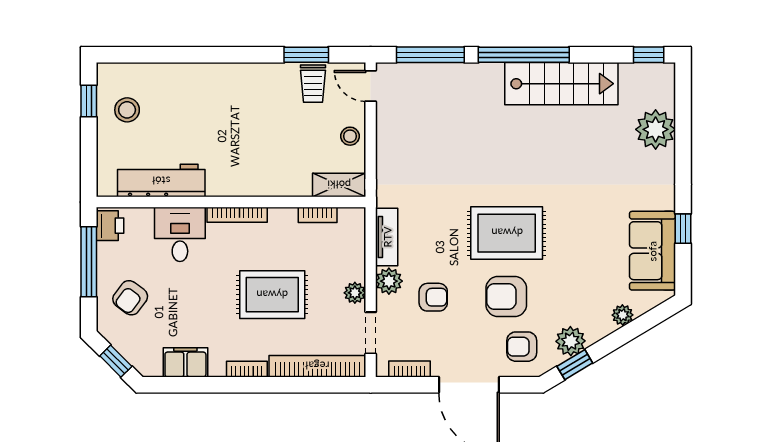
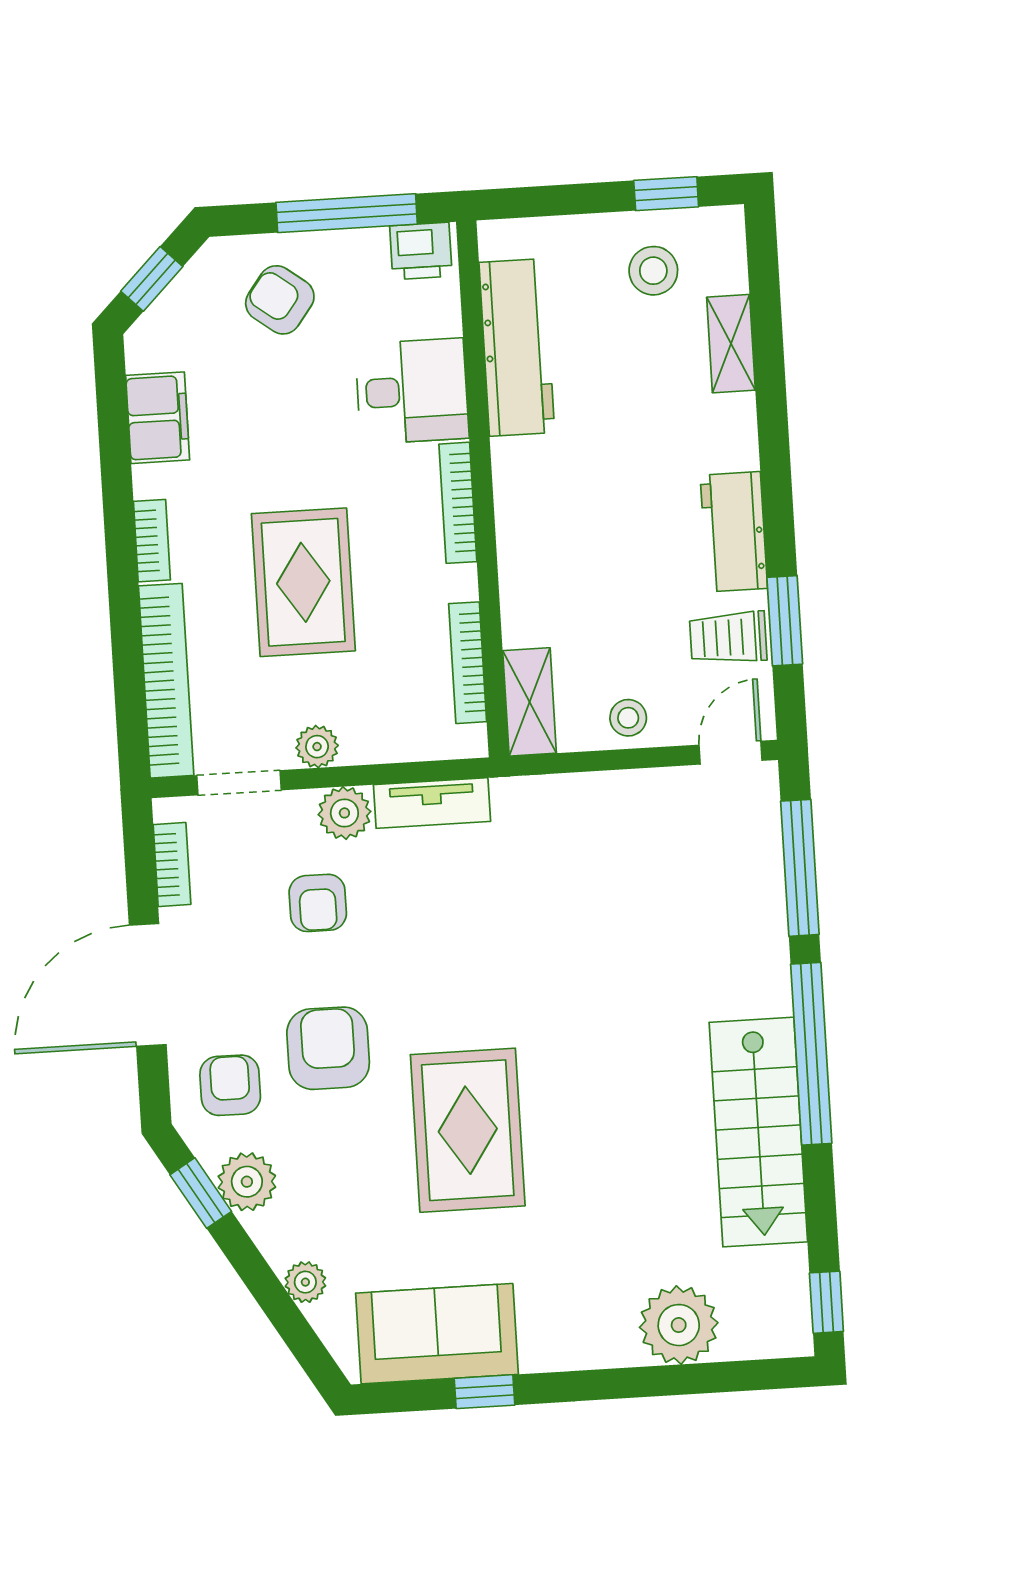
shelving: (166, 73) -> (731, 344), added
workbench: (260, 78) -> (734, 532), added
bookcase: (318, 215) -> (468, 663), width x1.56
rug: (507, 233) -> (468, 1130), moved

